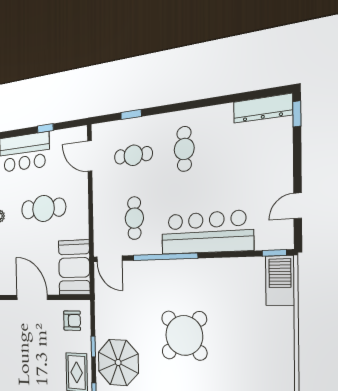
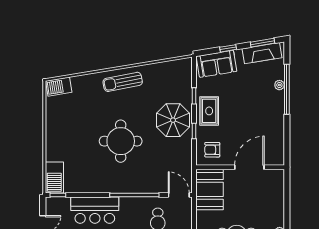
bar counter: (206, 232) -> (95, 210), width x0.73
door: (32, 297) -> (249, 167), swing flipped
round table: (184, 335) -> (121, 141), turned 45

